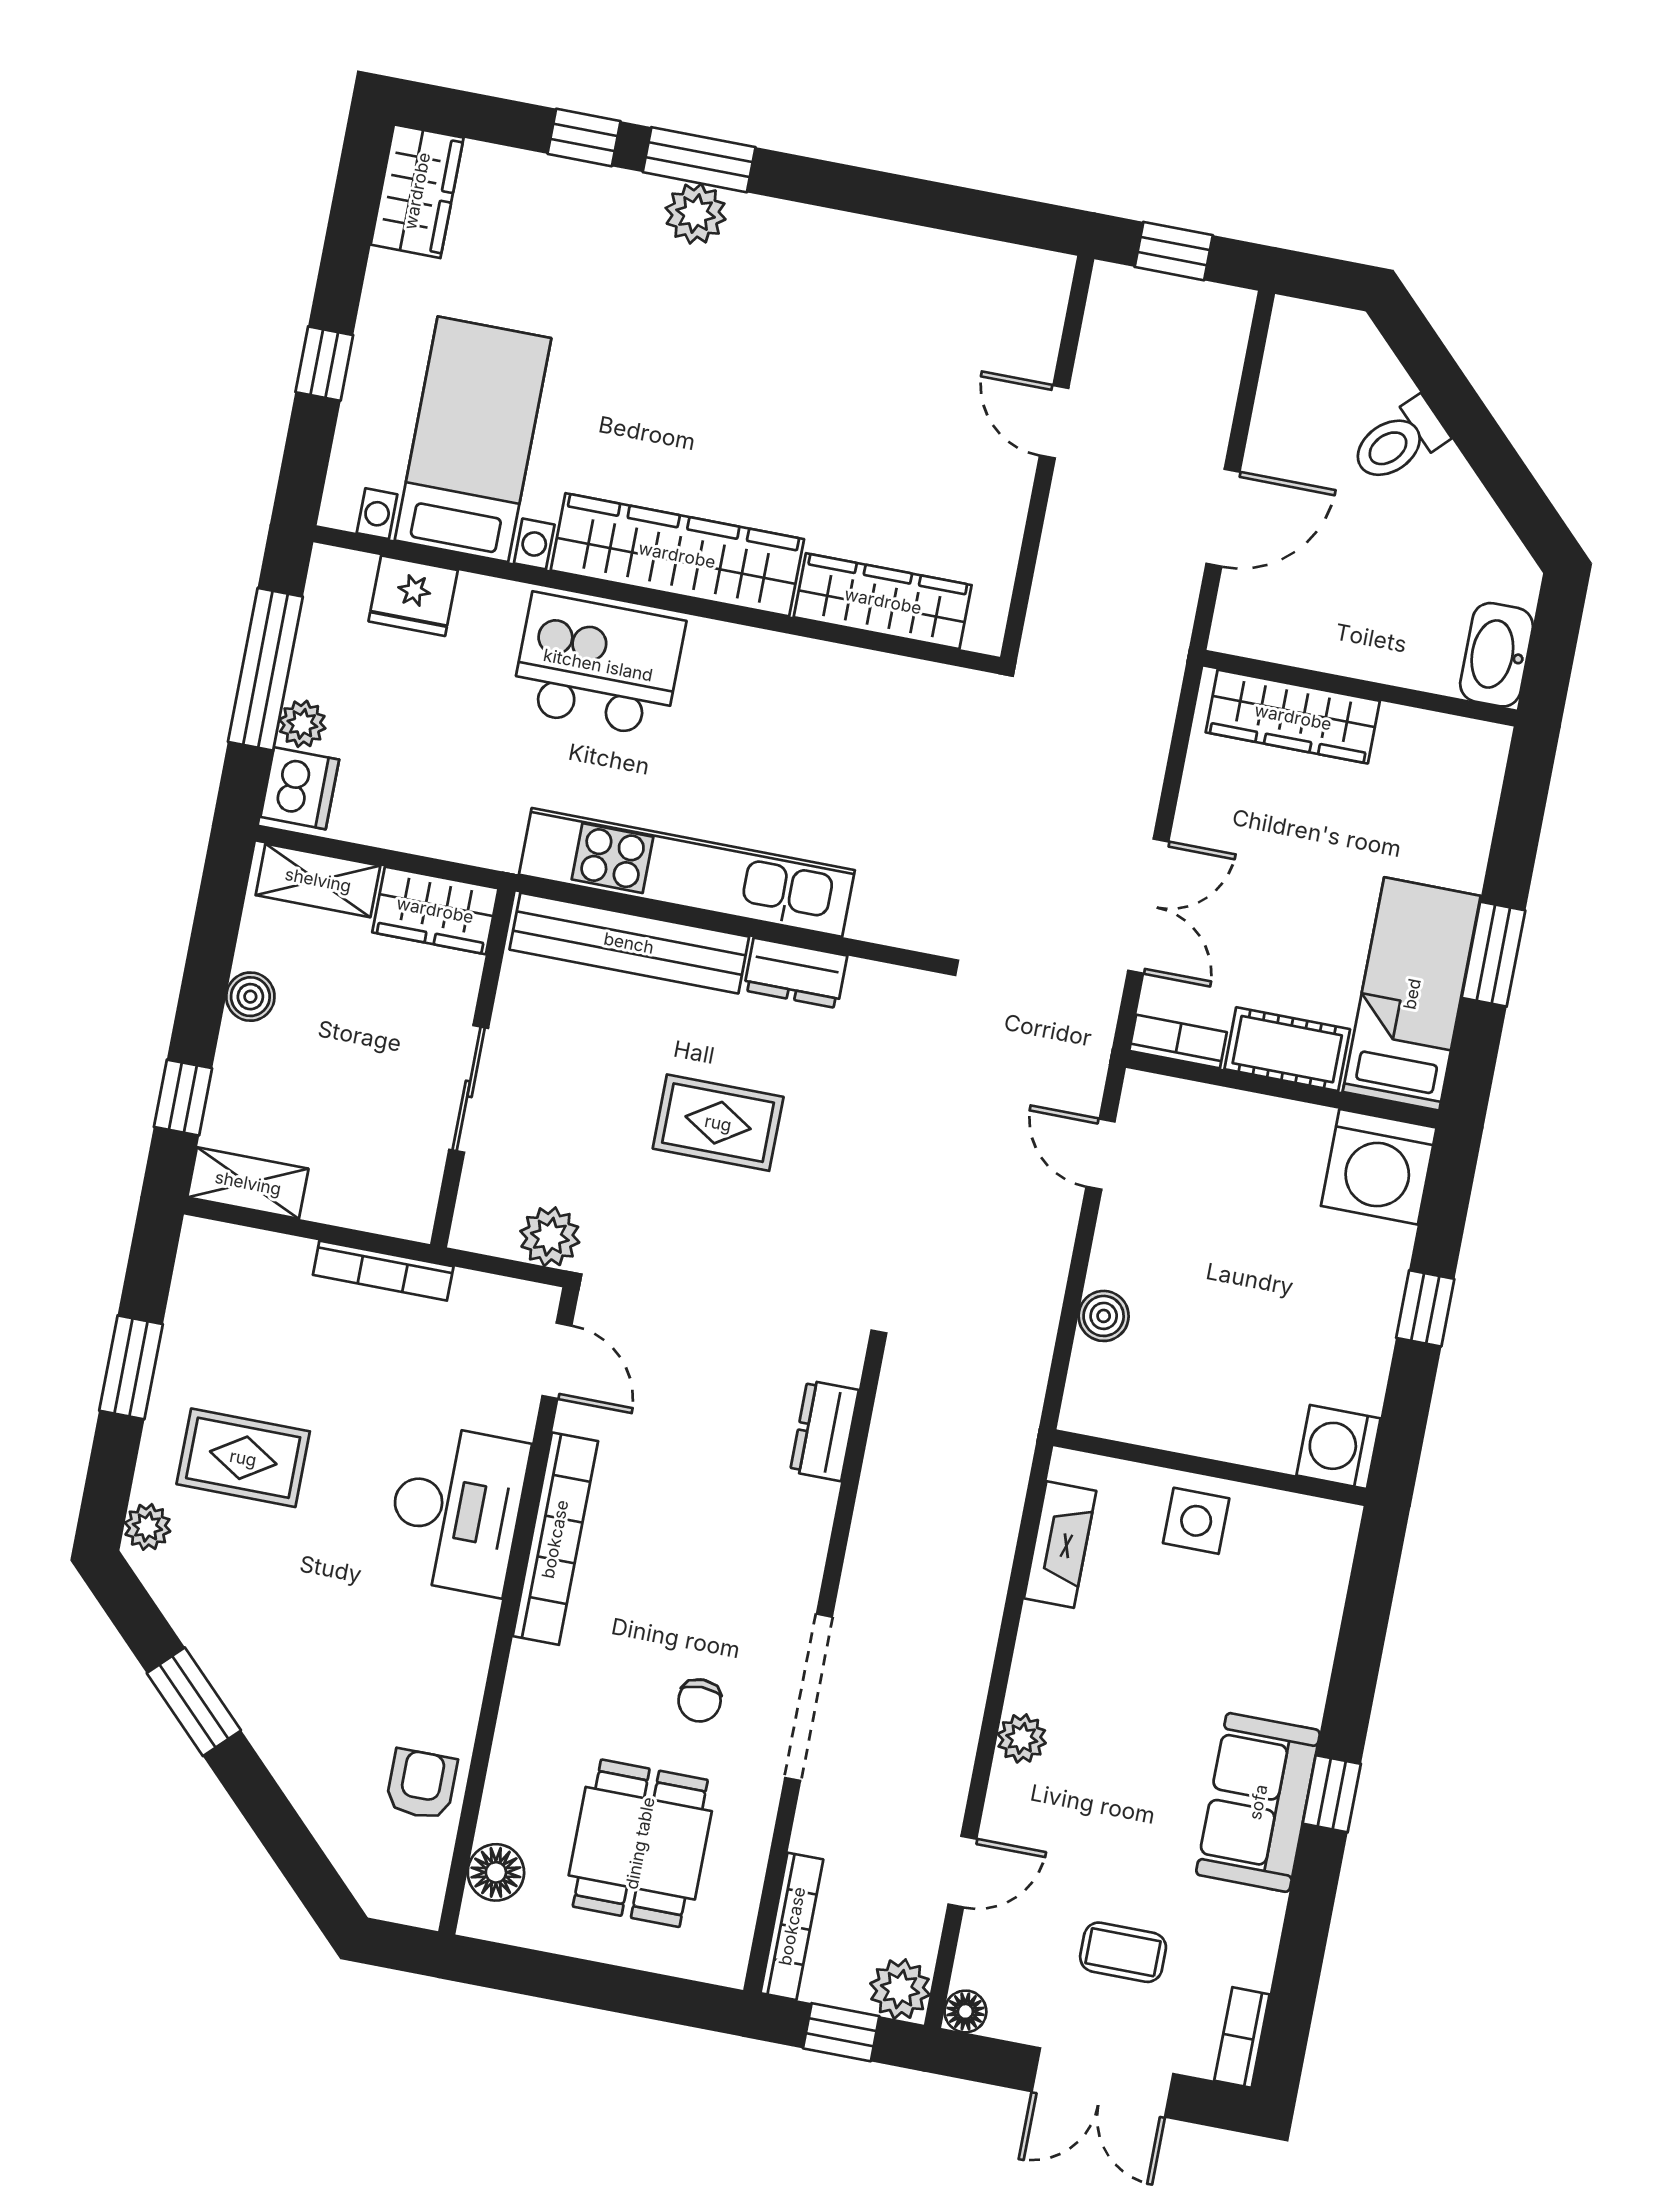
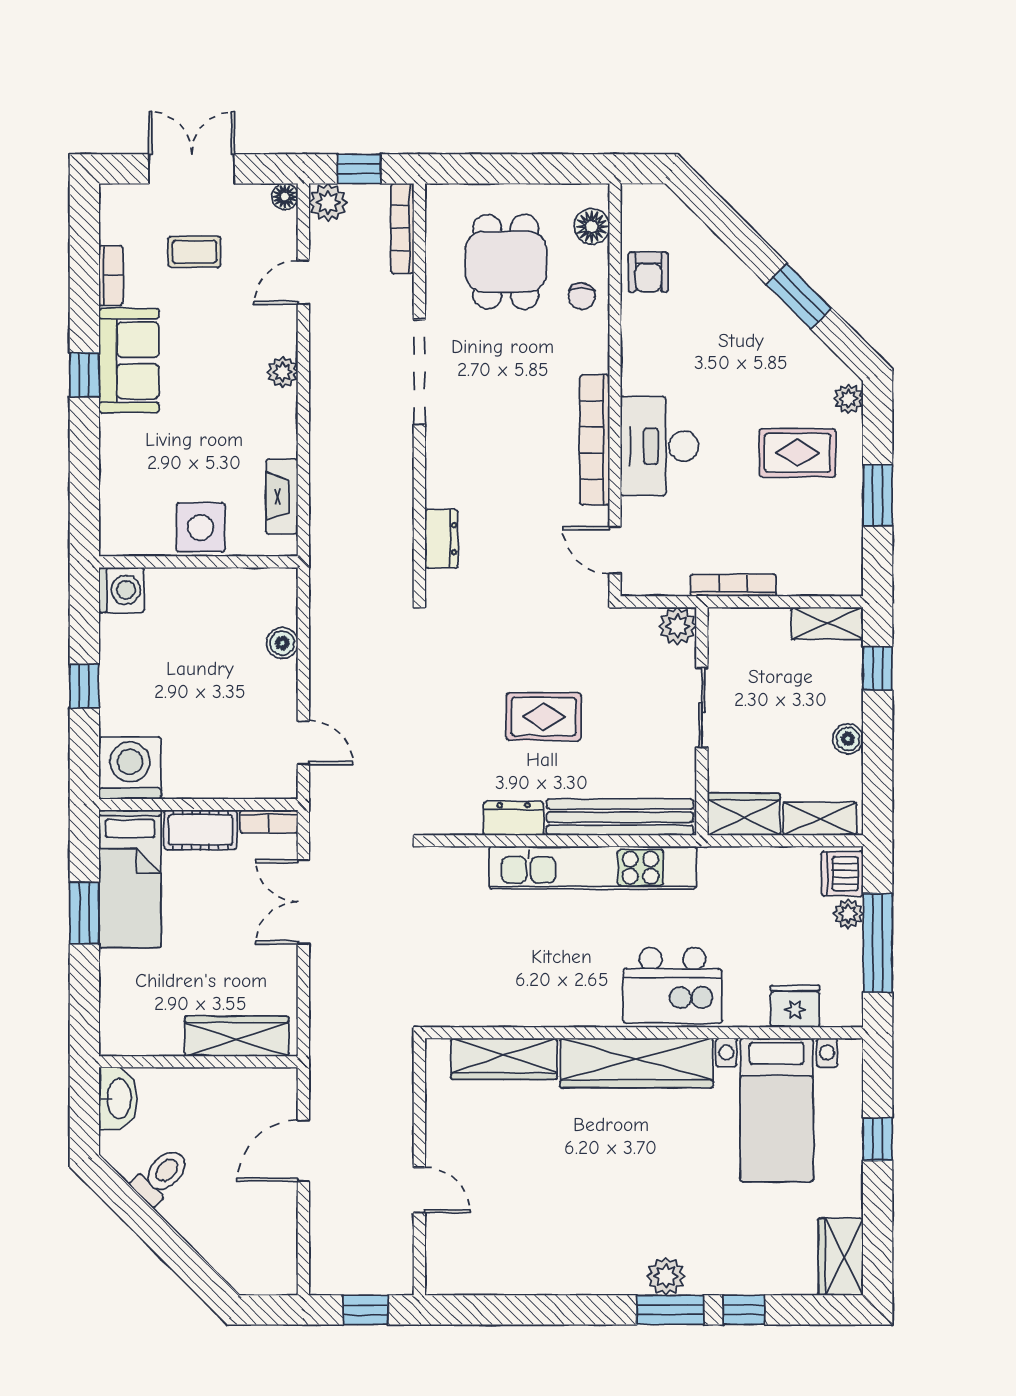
toilet: (1399, 441) -> (161, 1176), moved
plant: (550, 1237) -> (678, 626), moved
side table: (1196, 1521) -> (201, 527), width x1.37, depth x1.37
chair: (700, 1700) -> (582, 296), moved, turned 180
bookcase: (1242, 2037) -> (111, 276), moved

